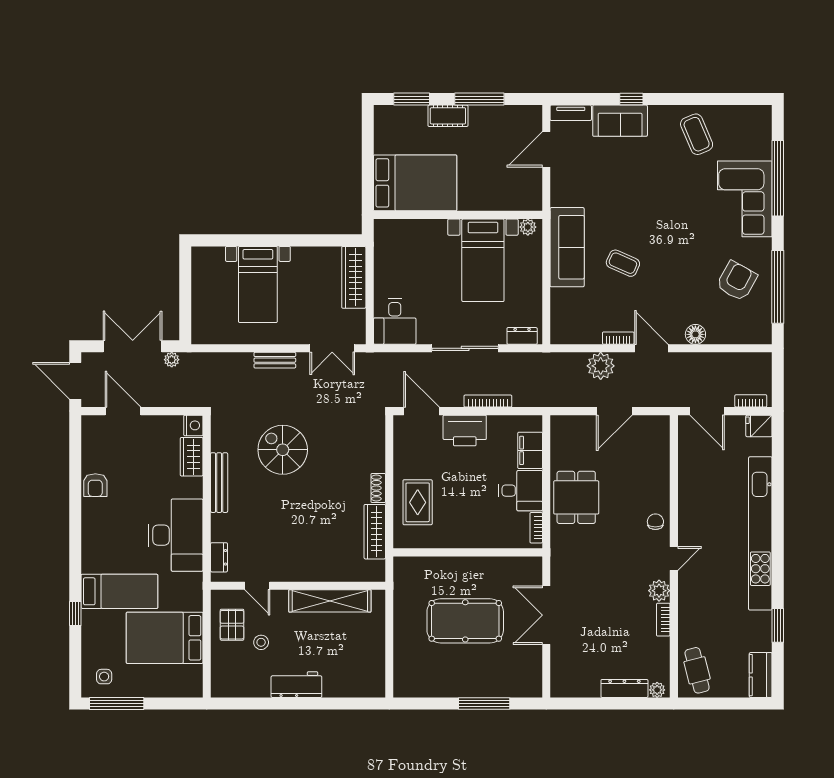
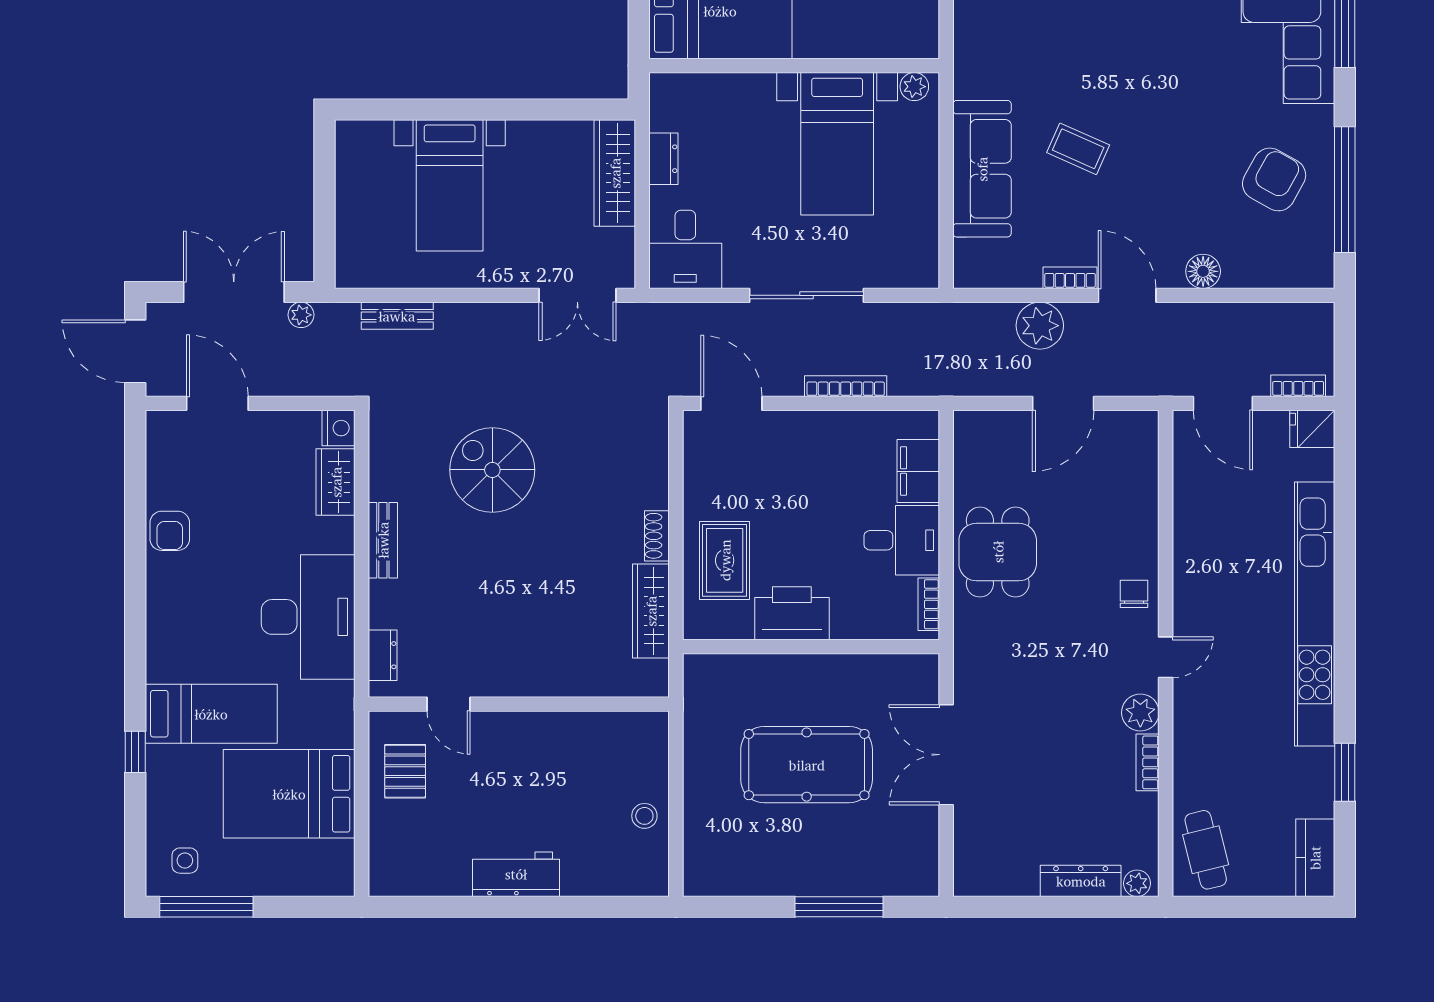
sofa: (567, 247) -> (982, 169), moved
dresser: (522, 336) -> (663, 159), moved, turned 90
bench: (275, 360) -> (397, 316), moved
printer: (465, 430) -> (792, 613), moved, turned 180
bench: (219, 483) -> (383, 540), width x0.73
shelving: (330, 601) -> (574, 730), removed
stool: (261, 642) -> (644, 816), moved

